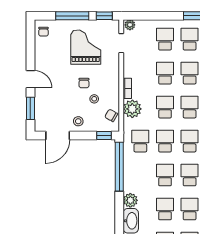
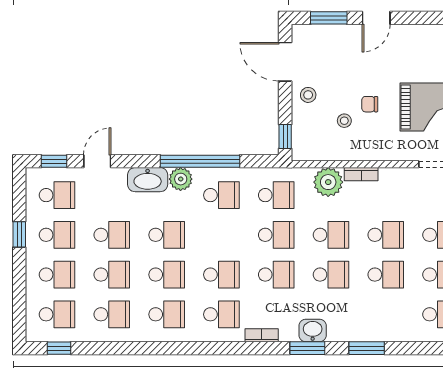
chair: (111, 115) -> (318, 148), removed
window: (119, 167) -> (200, 161), moved
school desk: (165, 175) -> (221, 195), moved

